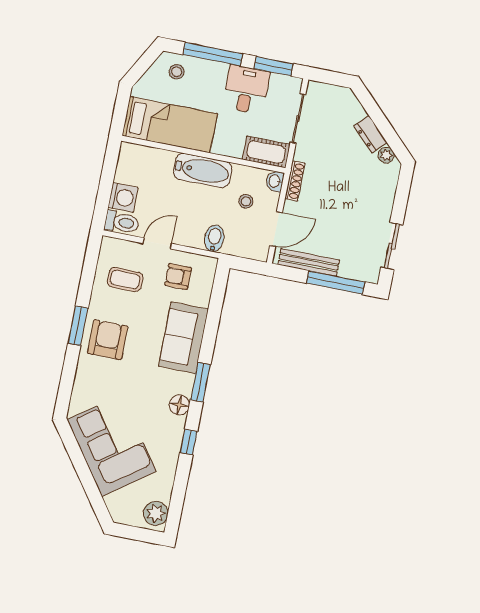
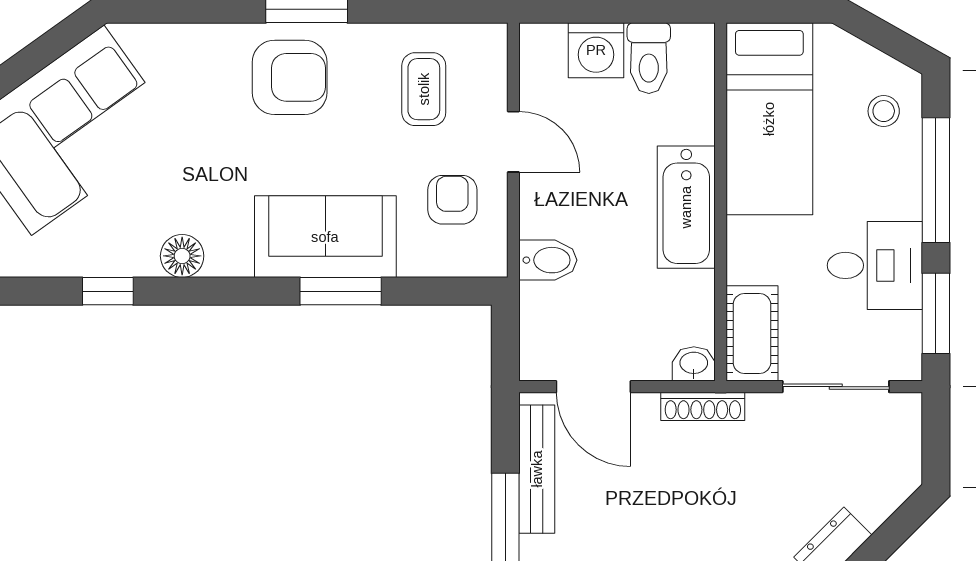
stool: (246, 201) -> (639, 311), removed
toilet: (122, 222) -> (649, 58), moved
window: (200, 382) -> (341, 291), moved

